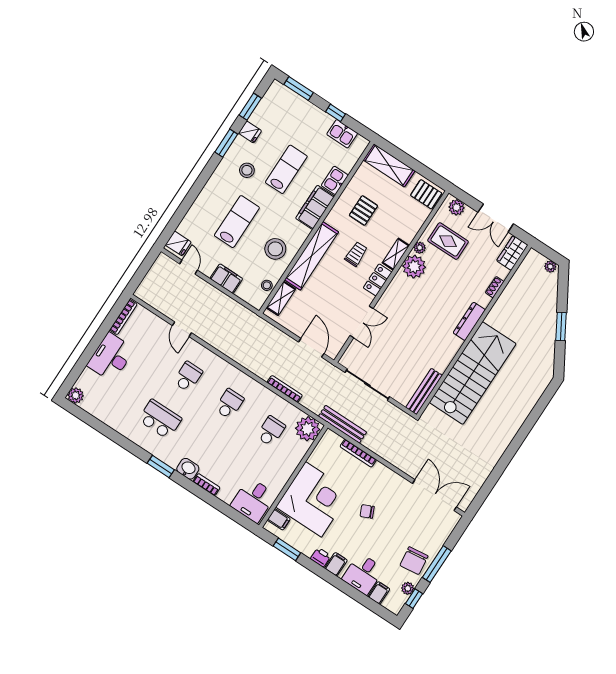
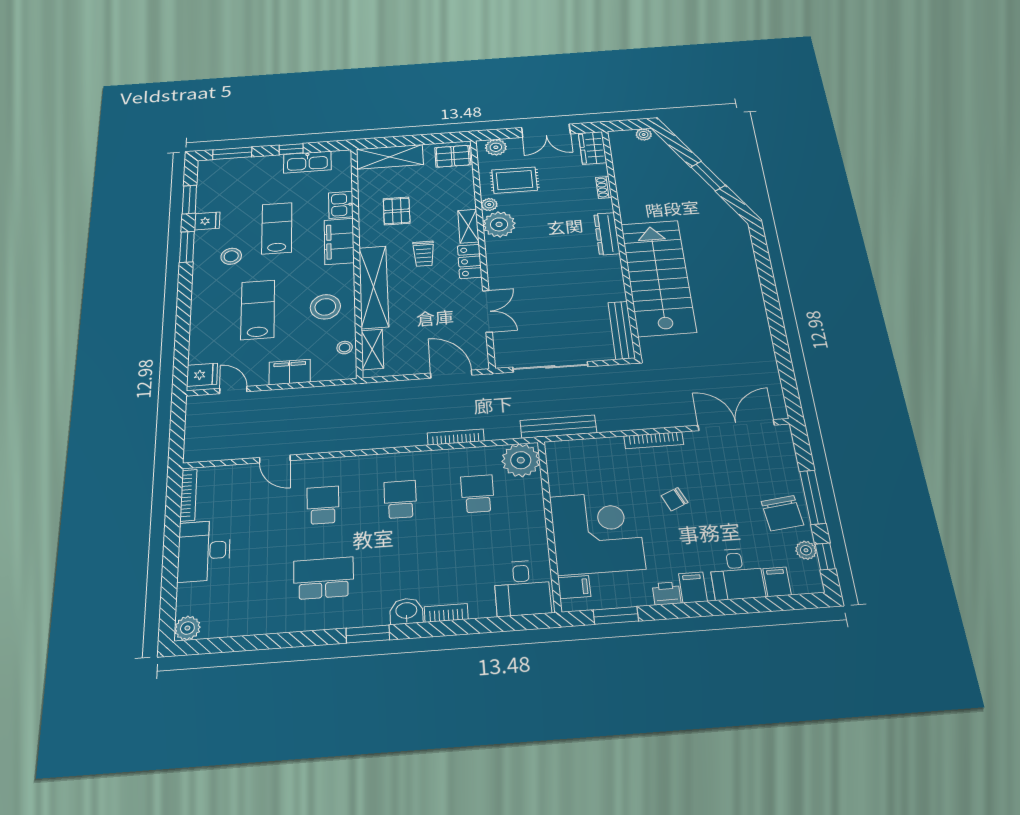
kitchen sink: (342, 134) -> (307, 162), width x1.38
trolley: (356, 254) -> (424, 254), turned 180
bookcase: (358, 453) -> (654, 440), moved

